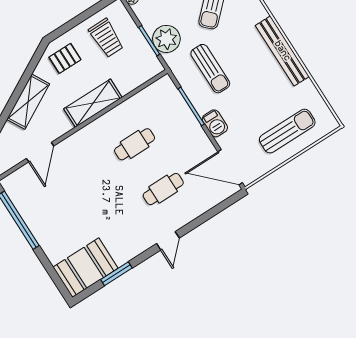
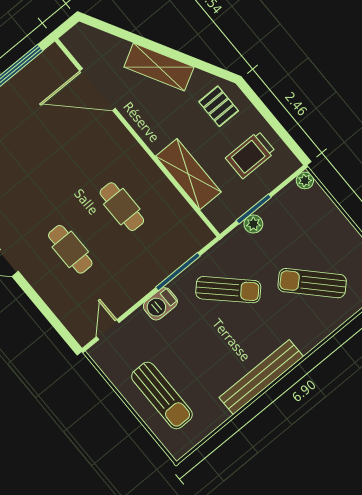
plant: (166, 39) -> (253, 224), width x0.53, depth x0.53
sun lounger: (210, 69) -> (228, 290), turned -136
shelving: (93, 103) -> (188, 174), moved
door: (40, 152) -> (98, 90), width x1.36
door: (230, 167) -> (108, 330), width x0.53

